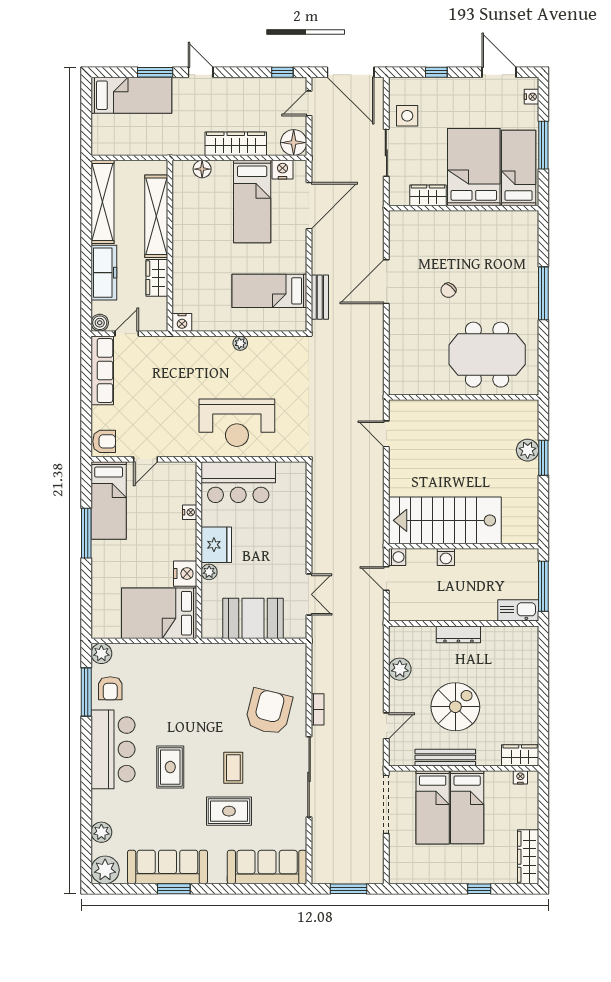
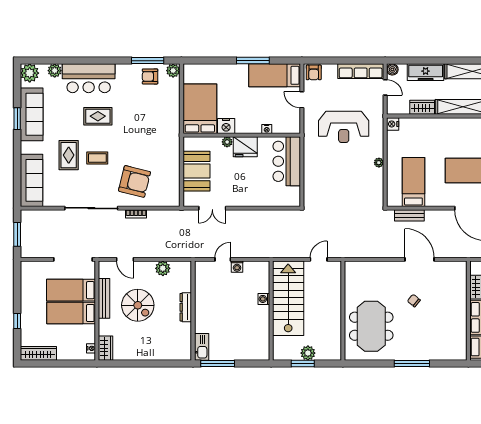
reception desk: (237, 423) -> (344, 127), moved, turned -90
stairs: (445, 520) -> (288, 298), moved
wall: (464, 546) -> (271, 311), moved
washing machine: (446, 557) -> (264, 299), moved
bar counter: (113, 749) -> (89, 78), moved

